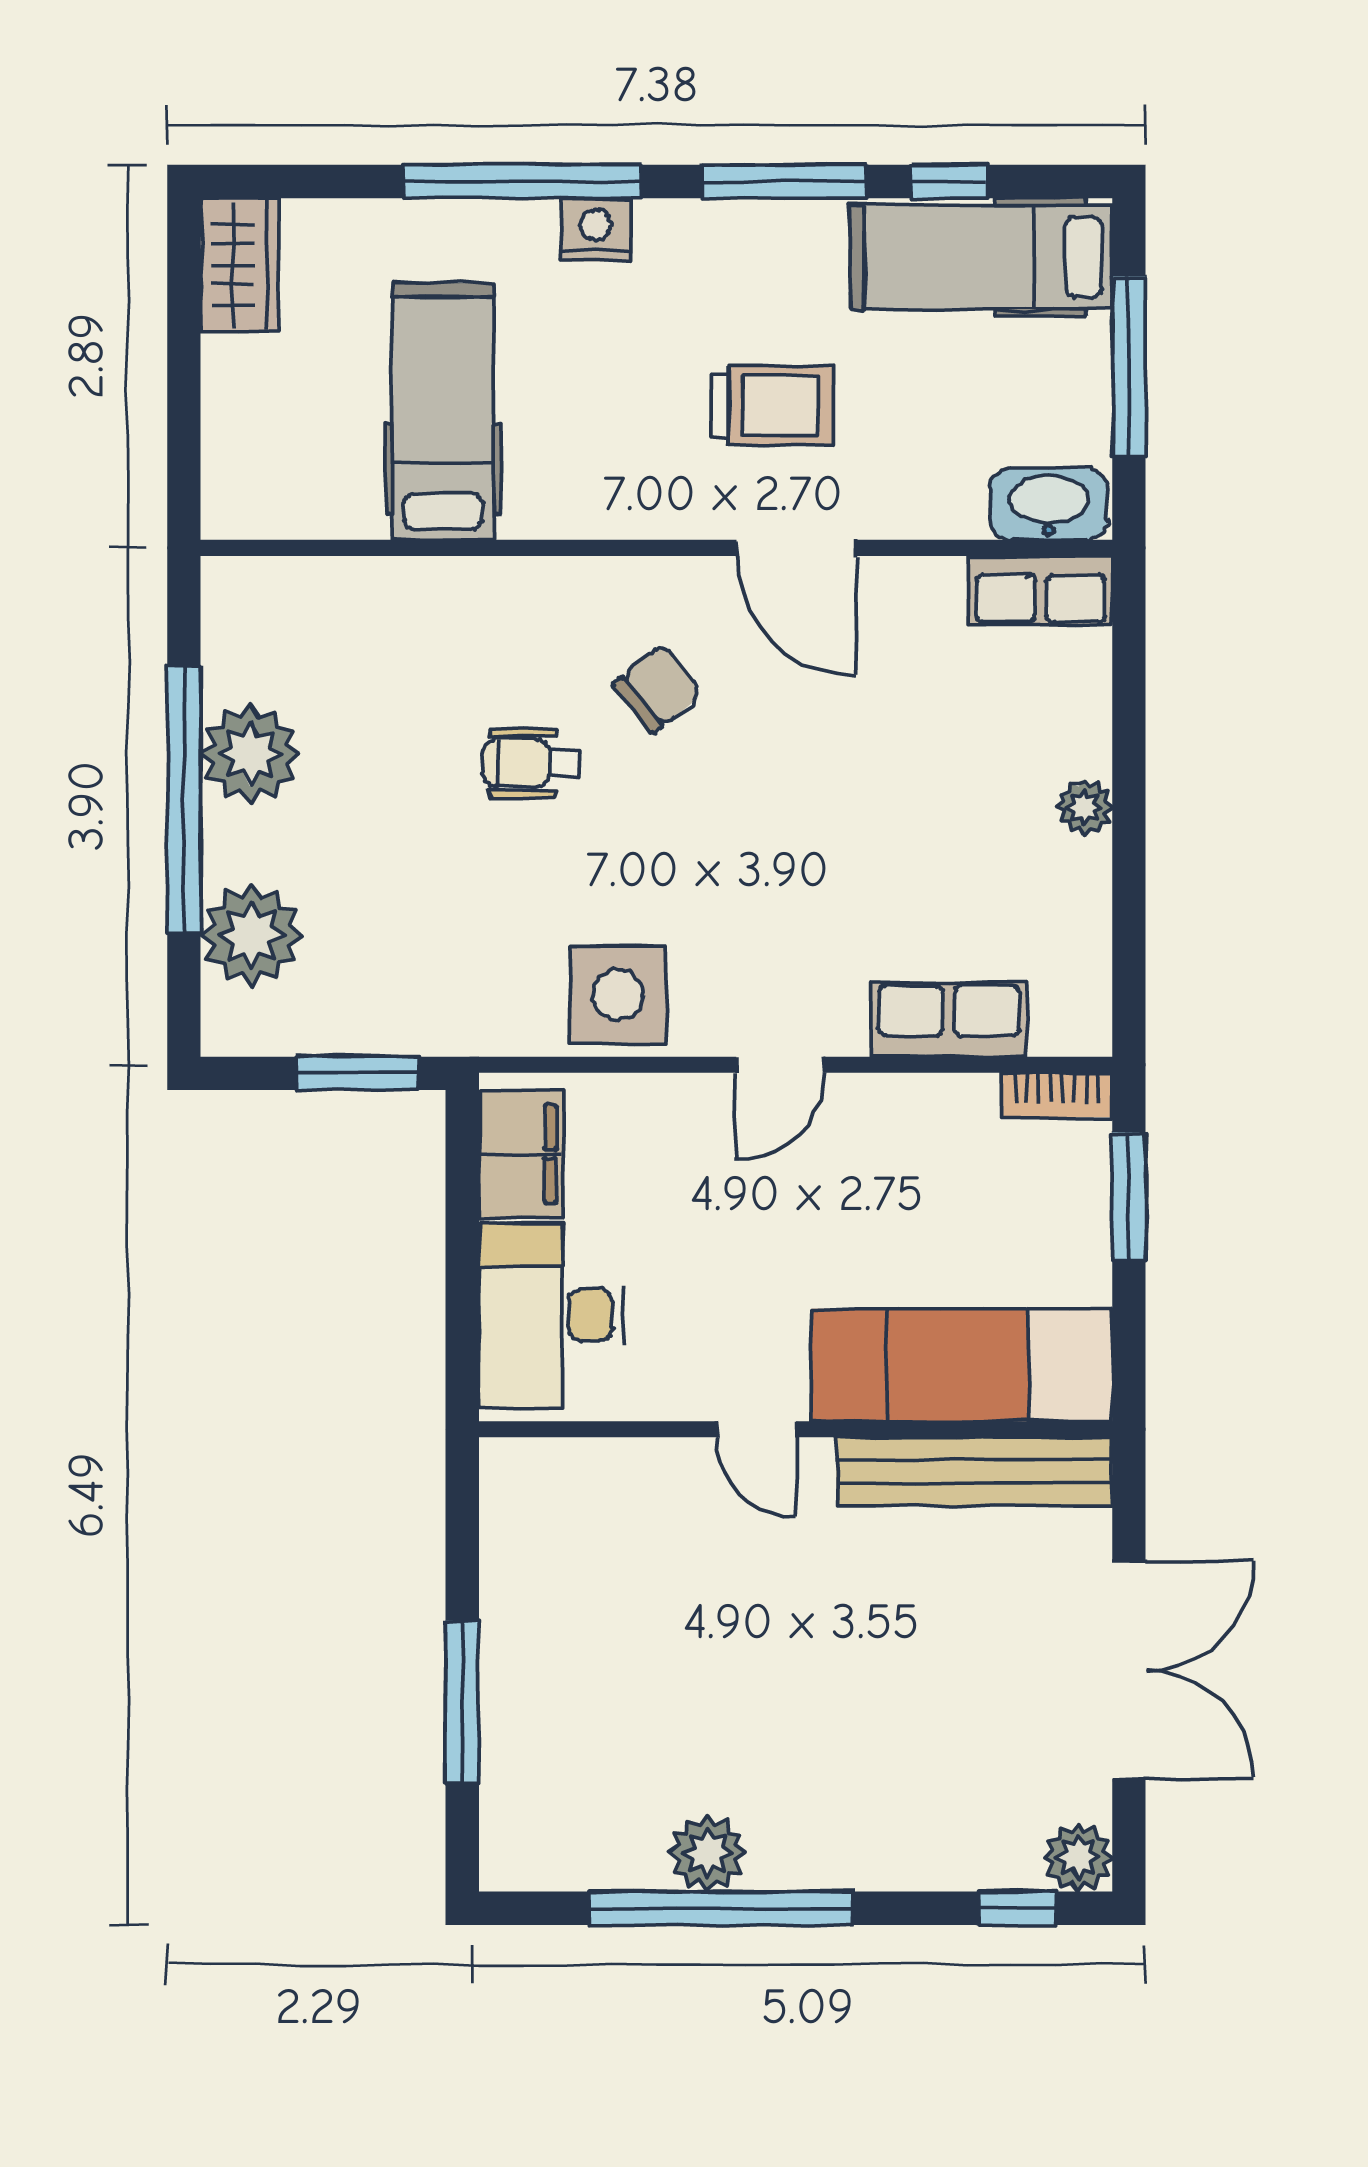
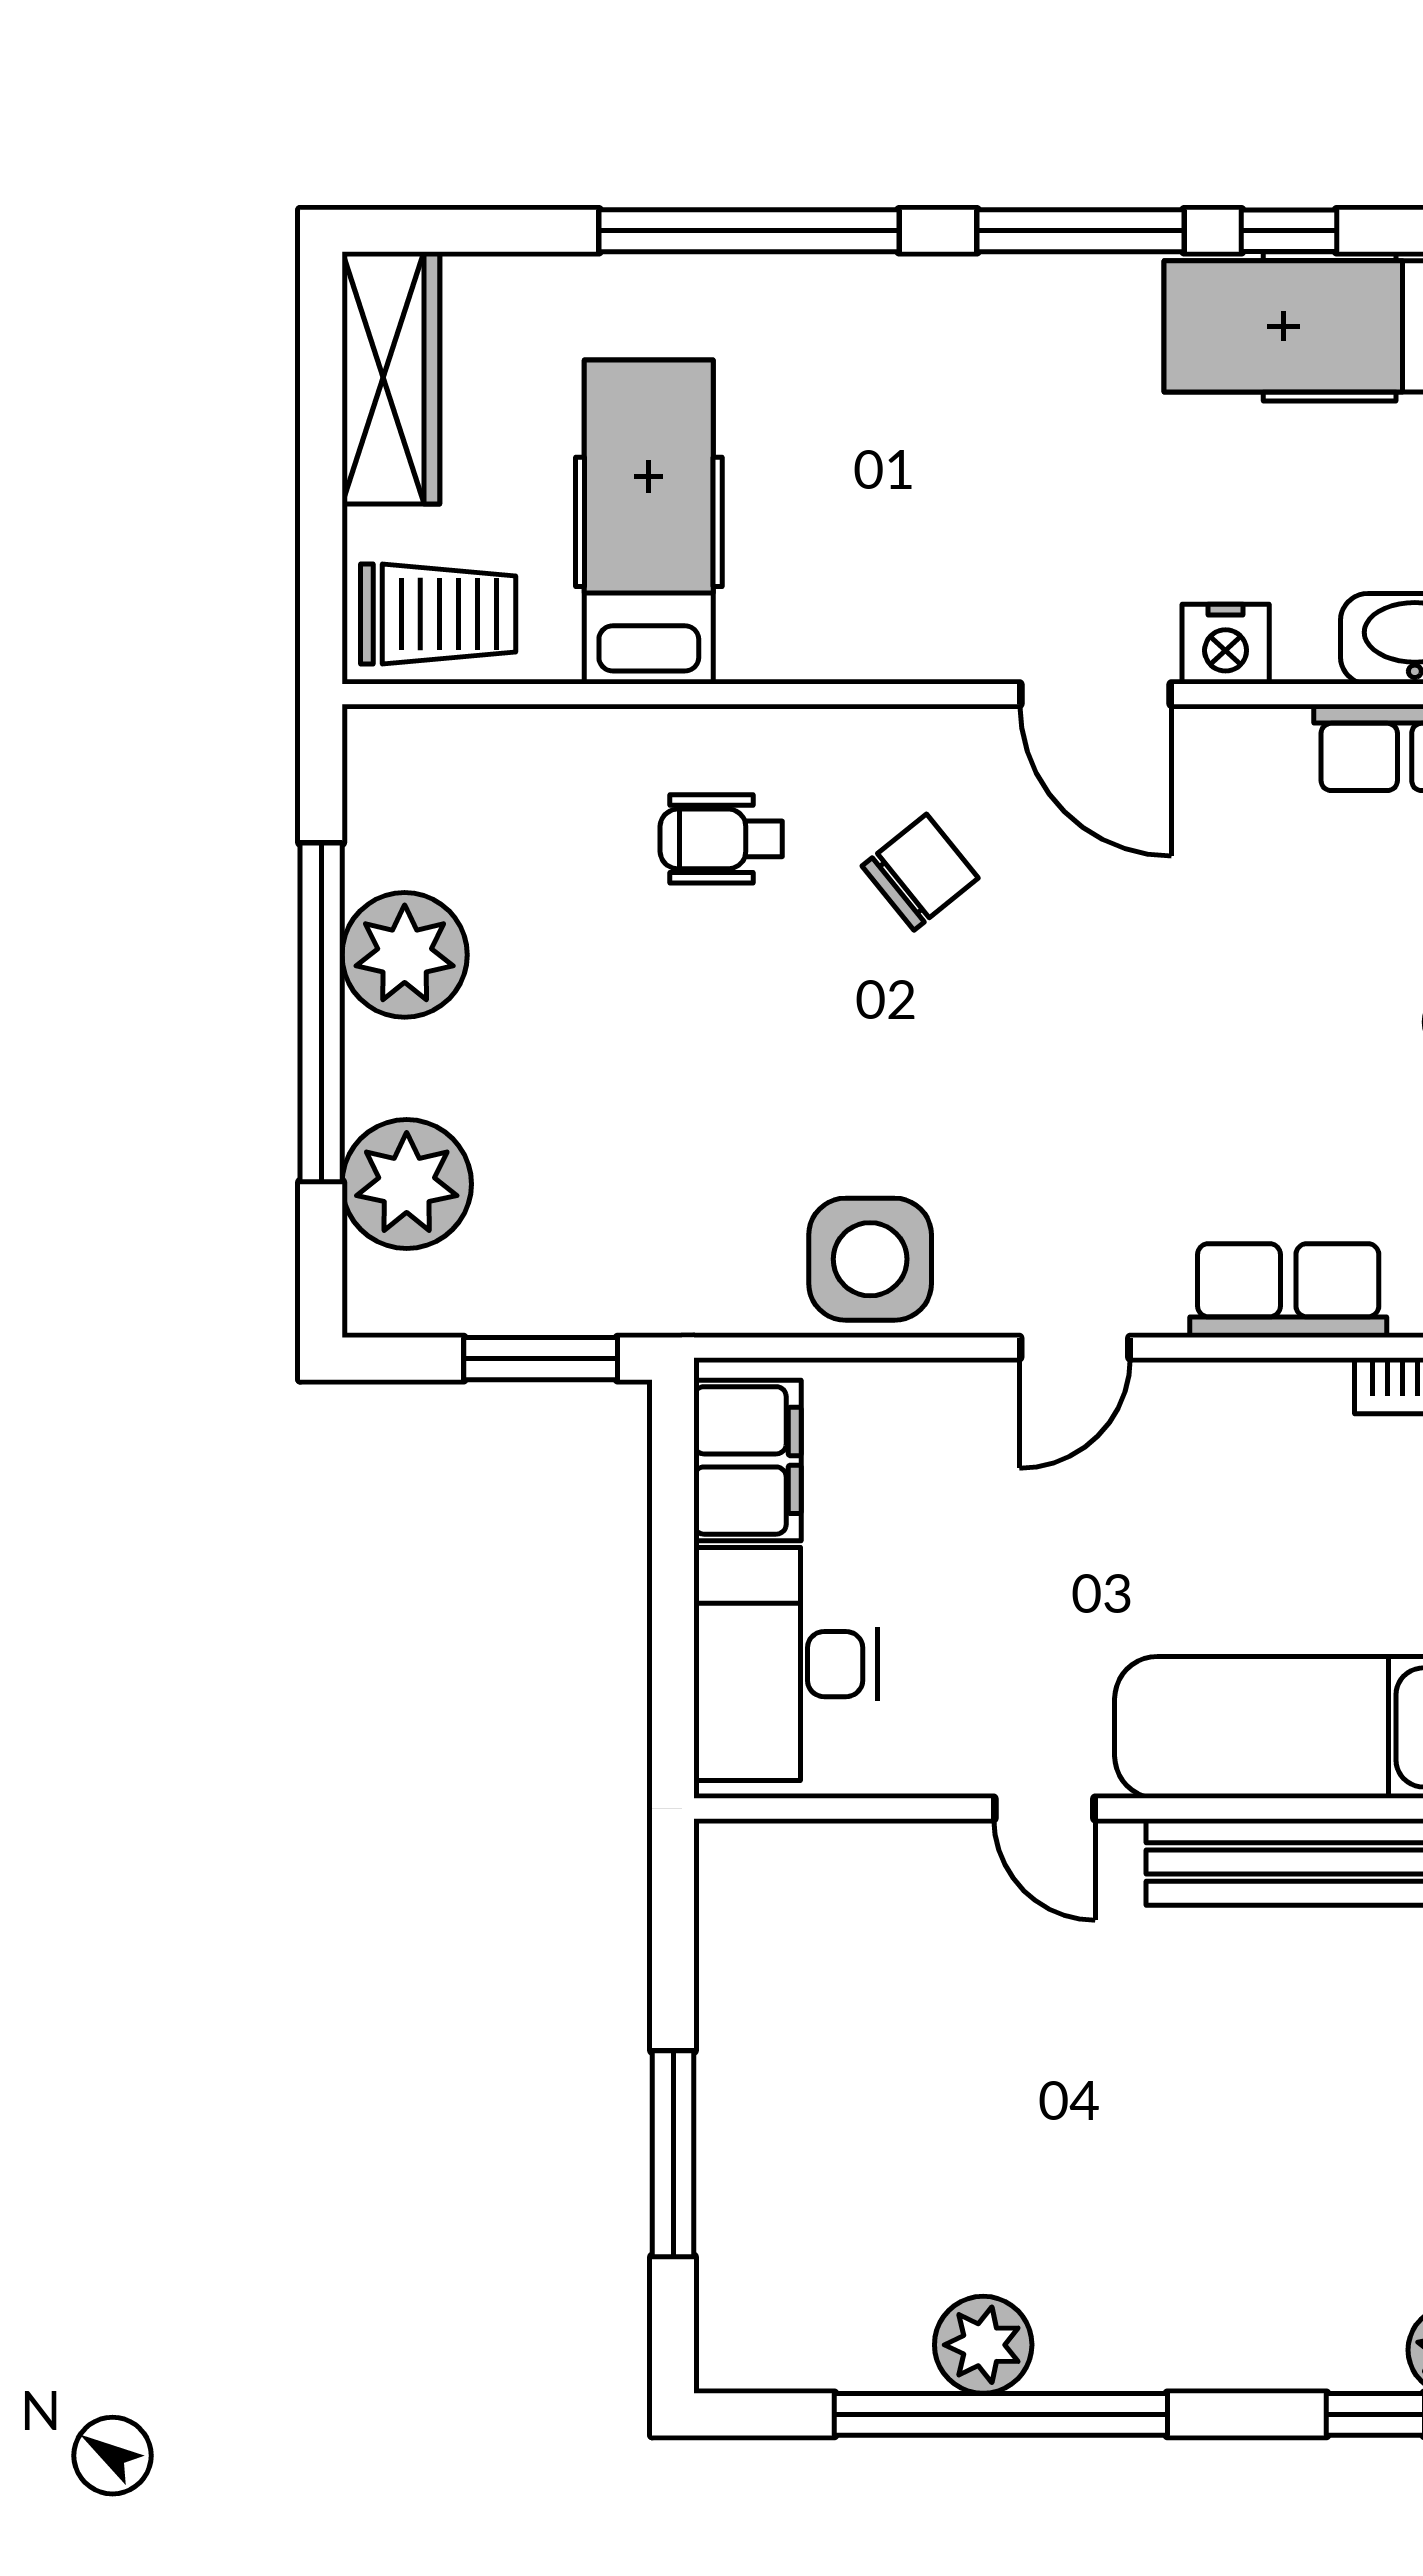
nightstand: (596, 230) -> (1226, 644), moved, turned 180
wardrobe: (239, 265) -> (391, 378), width x1.50
trolley: (772, 405) -> (438, 614), moved
wheelchair: (531, 763) -> (721, 839), moved

